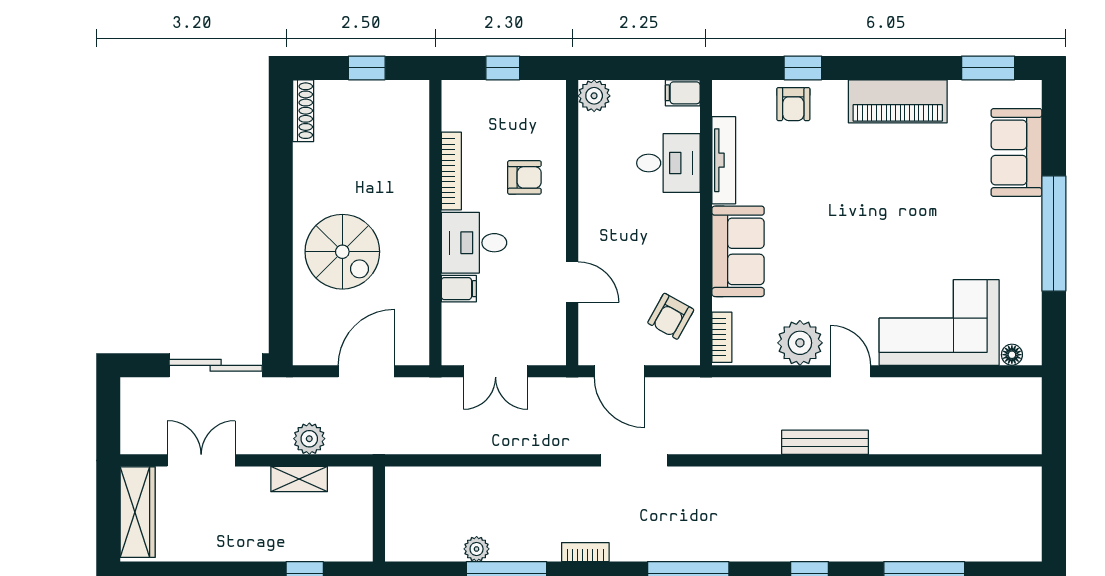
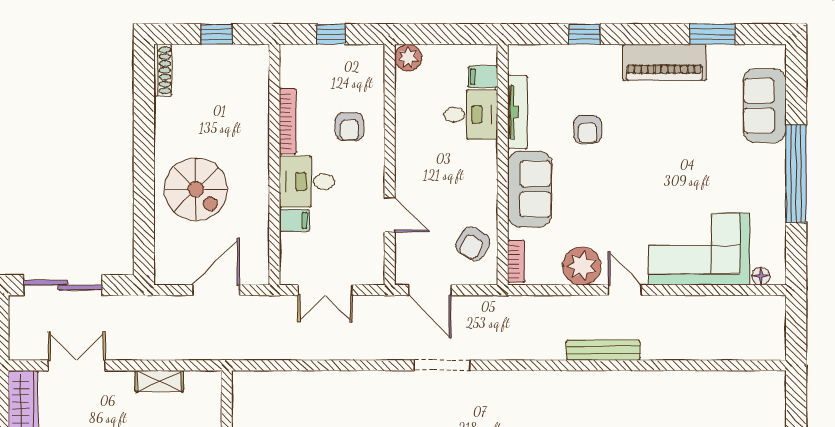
window: (988, 68) -> (712, 34), moved
filing cabinet: (683, 93) -> (483, 77), moved
armchair: (793, 104) -> (588, 130), moved
armchair: (524, 177) -> (349, 127), turned 90
sliding door: (216, 365) -> (63, 285), moved
plant: (309, 439) -> (168, 347), removed

